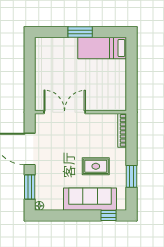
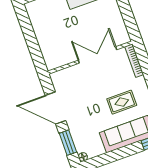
double door: (65, 112) -> (98, 55), moved

